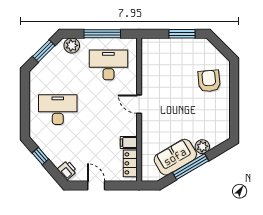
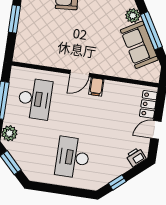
desk: (108, 65) -> (35, 99), turned 180
filing cabinet: (129, 143) -> (96, 87), moved
locker: (130, 163) -> (148, 104), moved, turned 90

